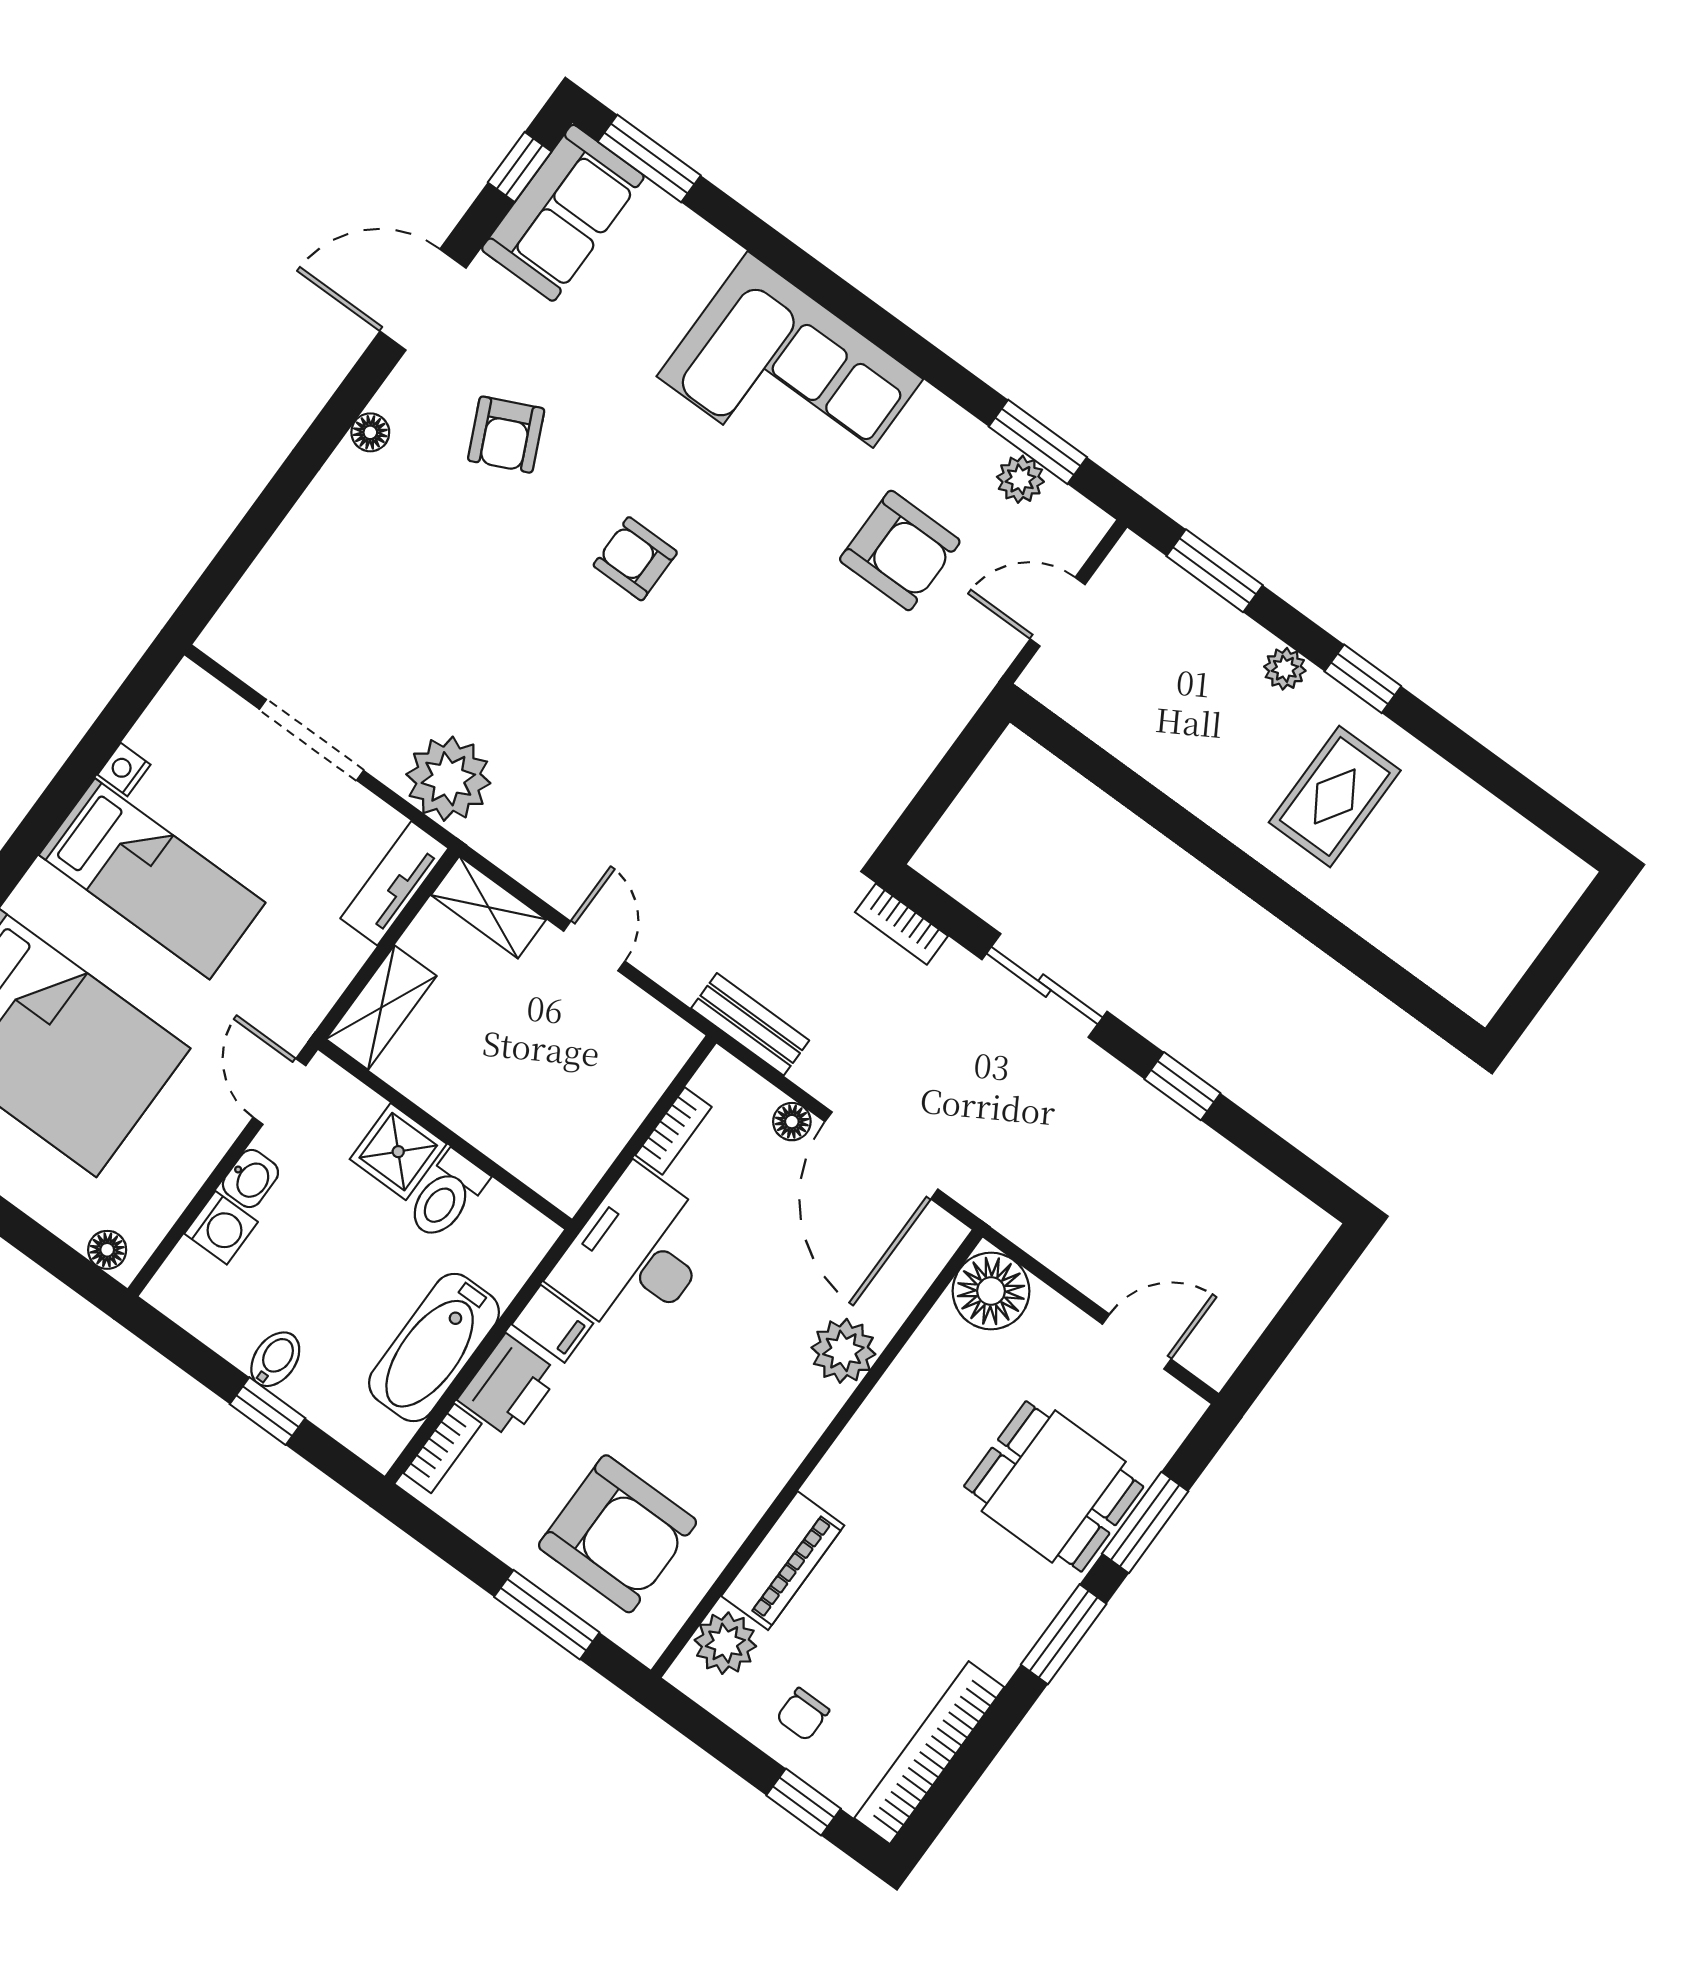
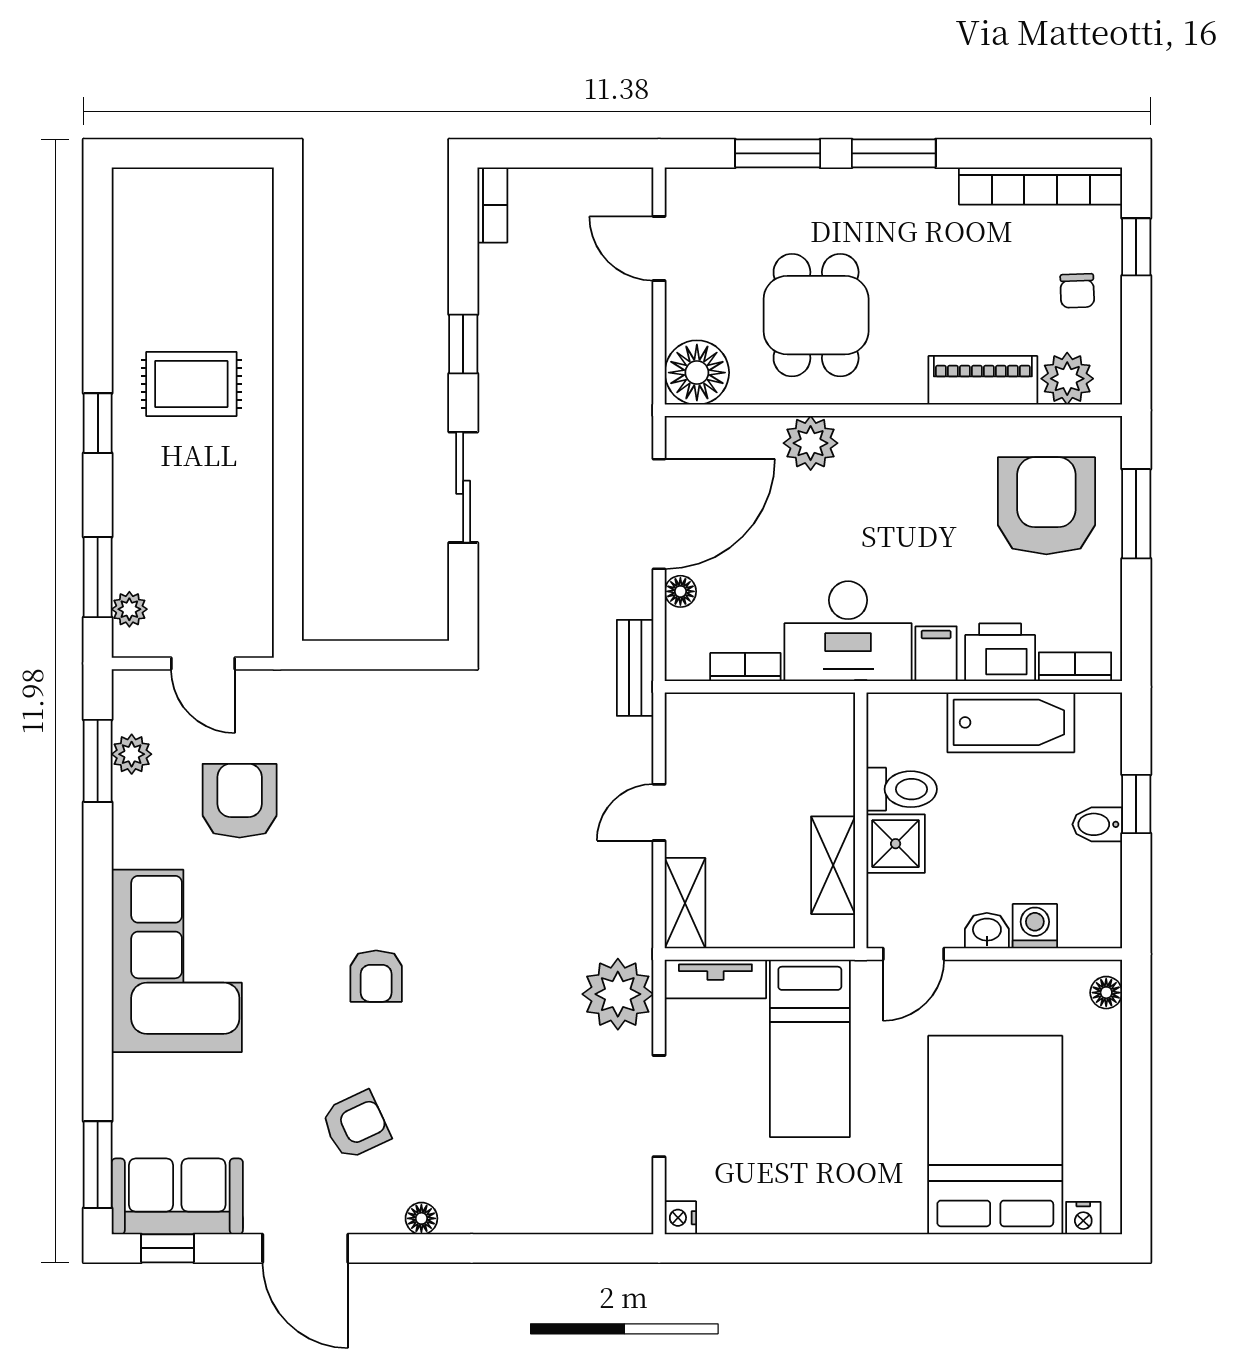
plant: (1285, 669) -> (129, 609), moved
nightstand: (124, 770) -> (680, 1218), moved, turned 90
bed: (152, 879) -> (810, 1048), moved, turned 180
bookcase: (901, 924) -> (492, 205), moved
shelving: (381, 1007) -> (833, 865), moved, turned 90
dining table: (1054, 1486) -> (816, 315), moved
chair: (803, 1714) -> (1077, 291), turned 88

